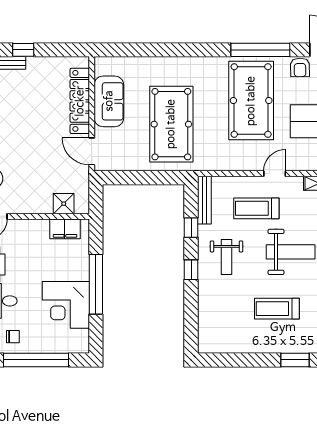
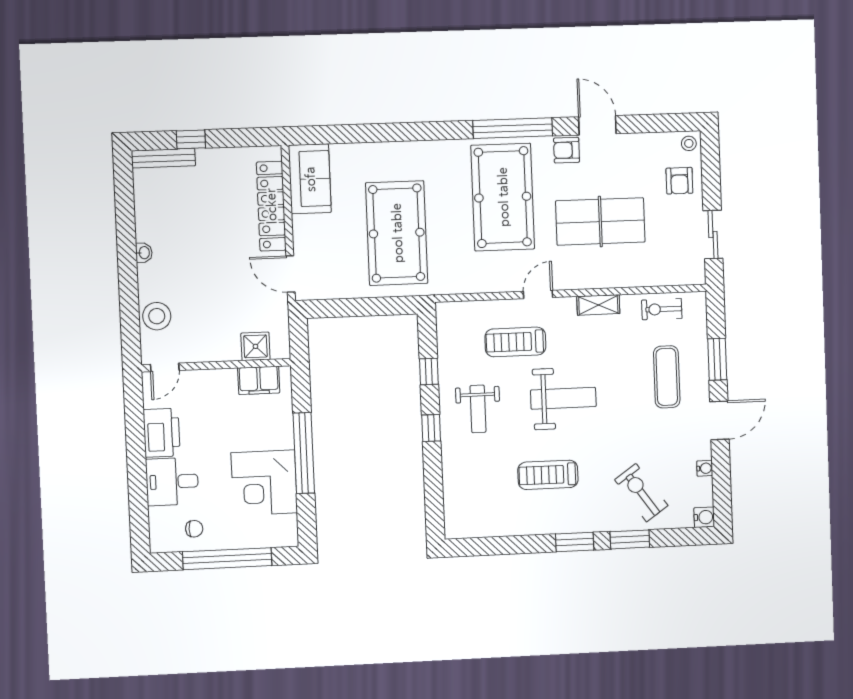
armchair: (300, 67) -> (567, 150), turned 91
sofa: (109, 101) -> (310, 179), moved
bench: (204, 200) -> (445, 334), removed

